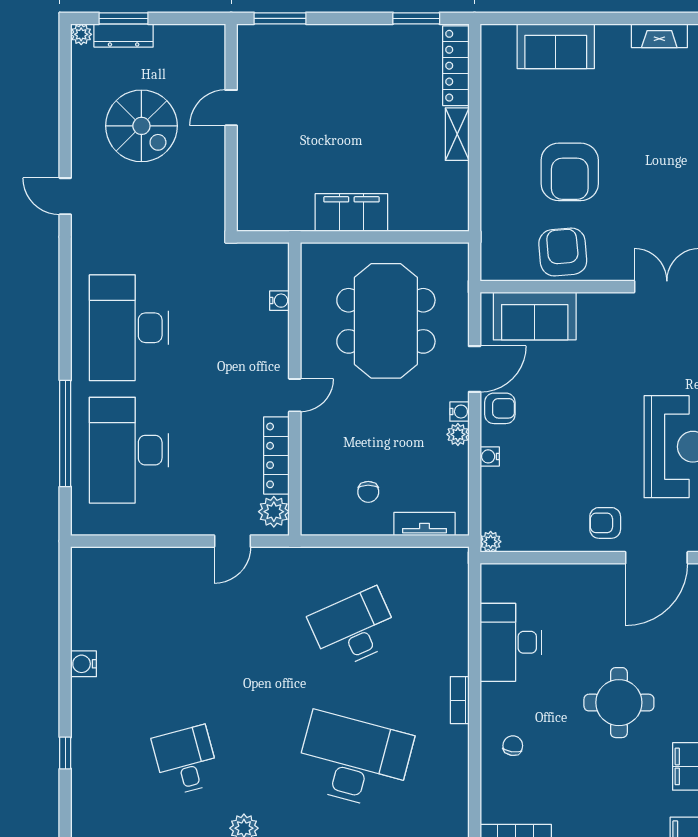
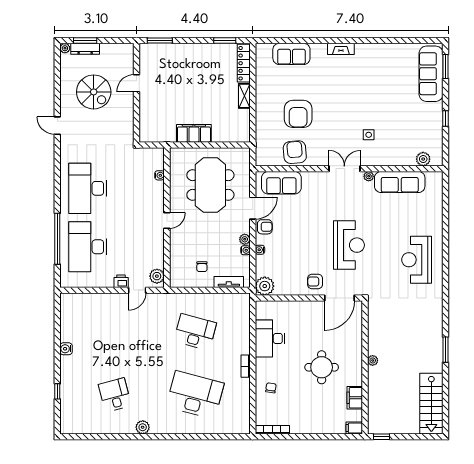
water cooler: (459, 412) -> (245, 250), moved
locker: (276, 455) -> (158, 249), removed
printer: (199, 522) -> (121, 281), added
plant: (491, 542) -> (265, 286), width x1.87, depth x1.87
desk: (354, 629) -> (195, 332), turned 39

